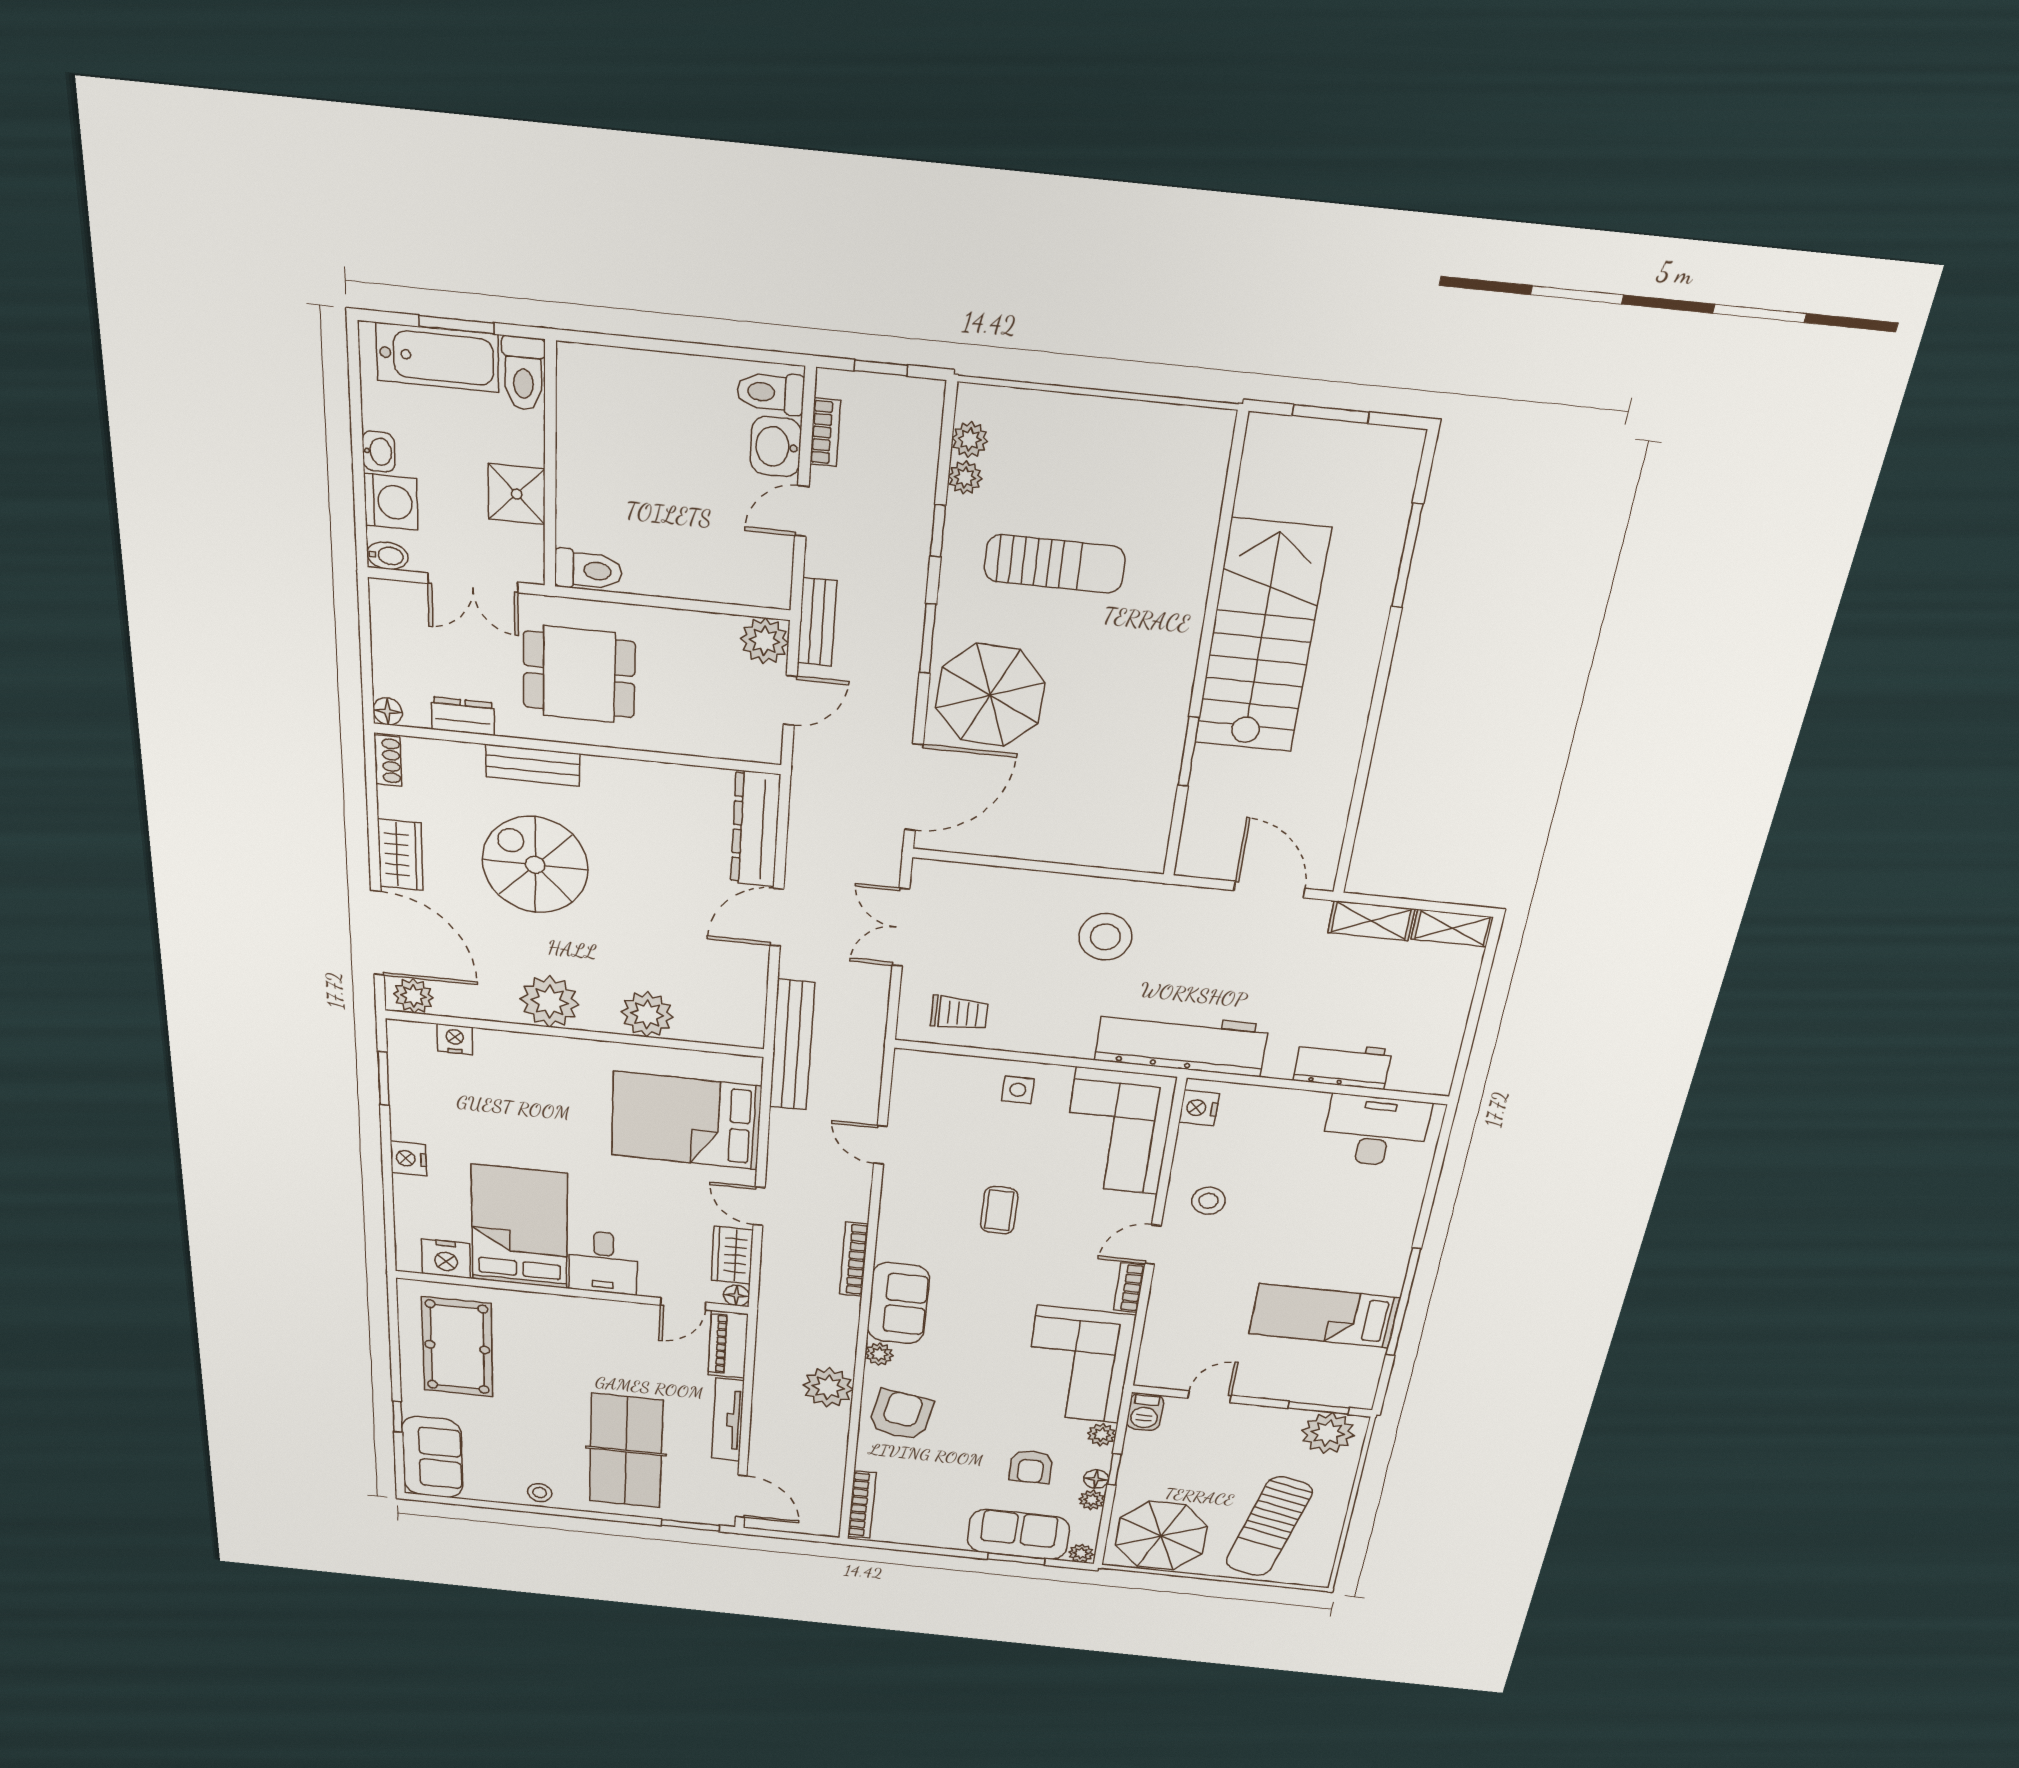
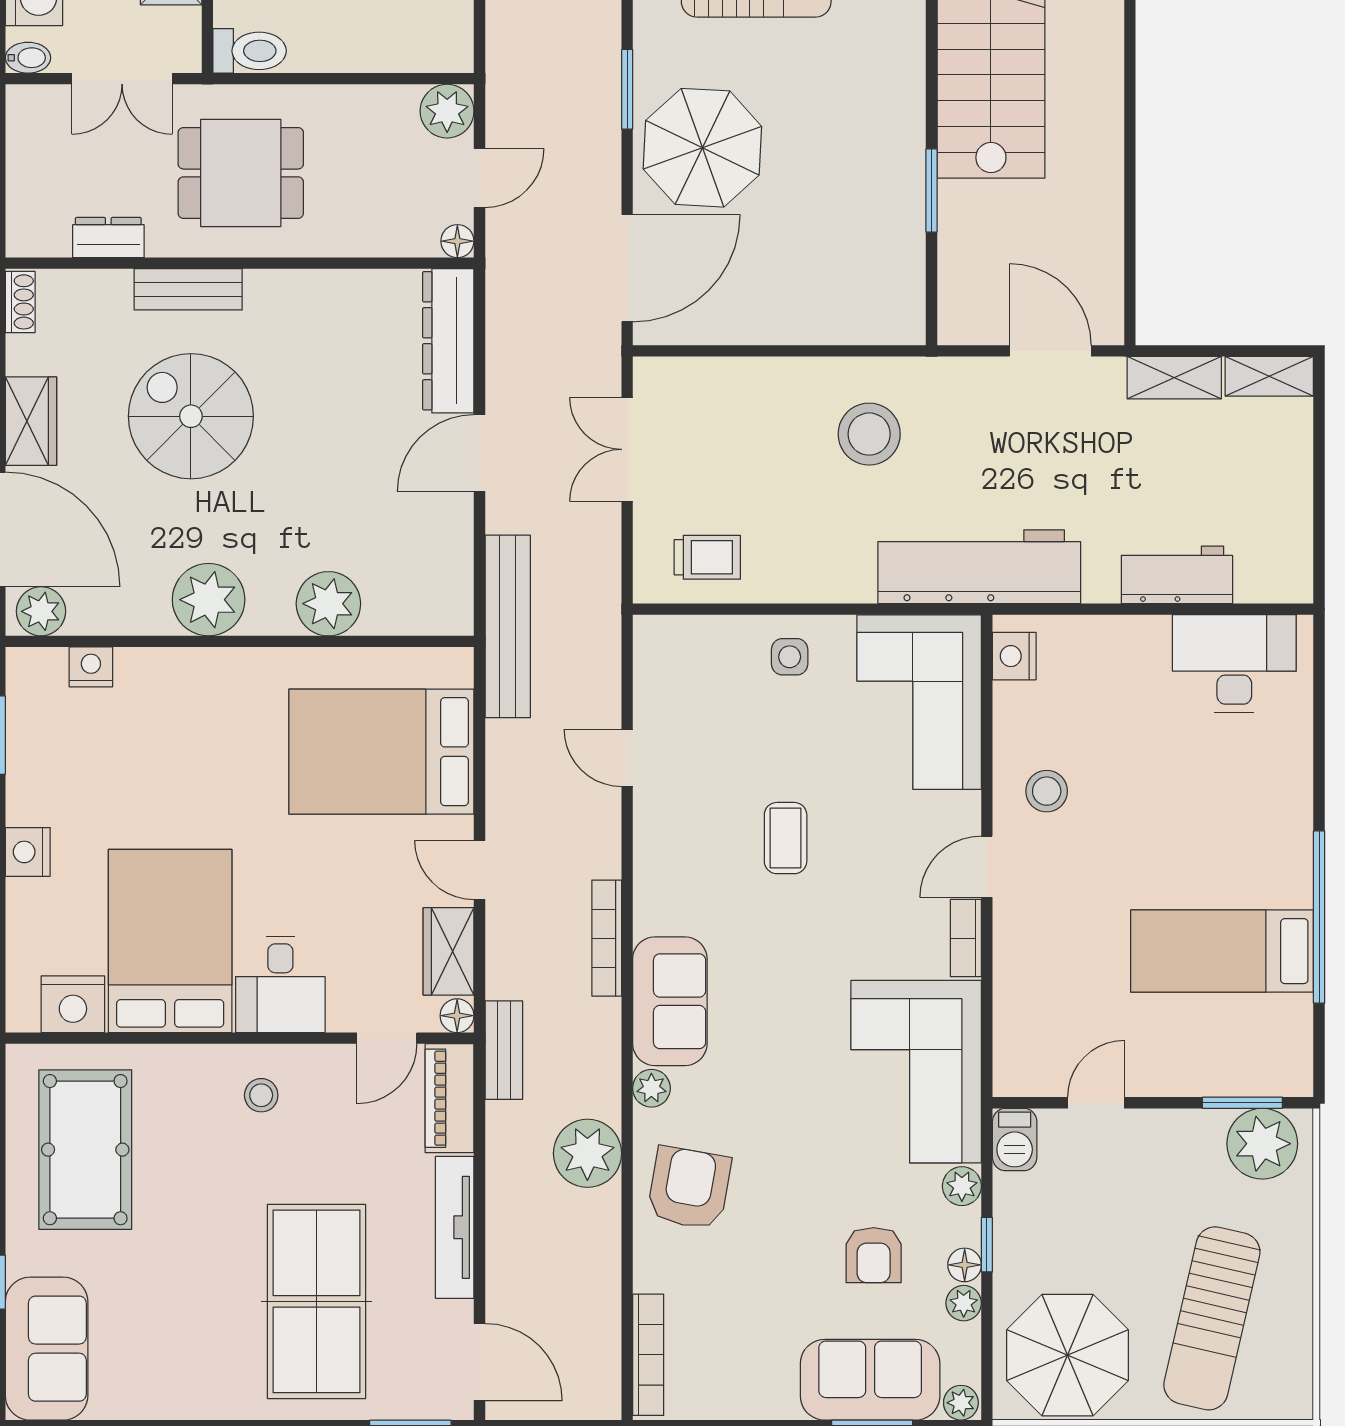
bench: (817, 622) -> (504, 1050), moved
floor lamp: (387, 711) -> (457, 241), moved
stool: (540, 1493) -> (261, 1095), moved

